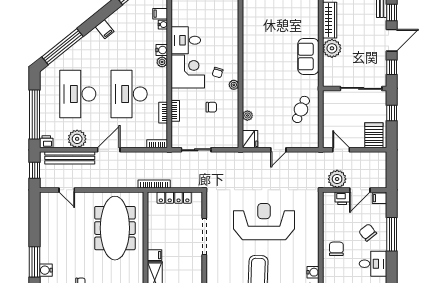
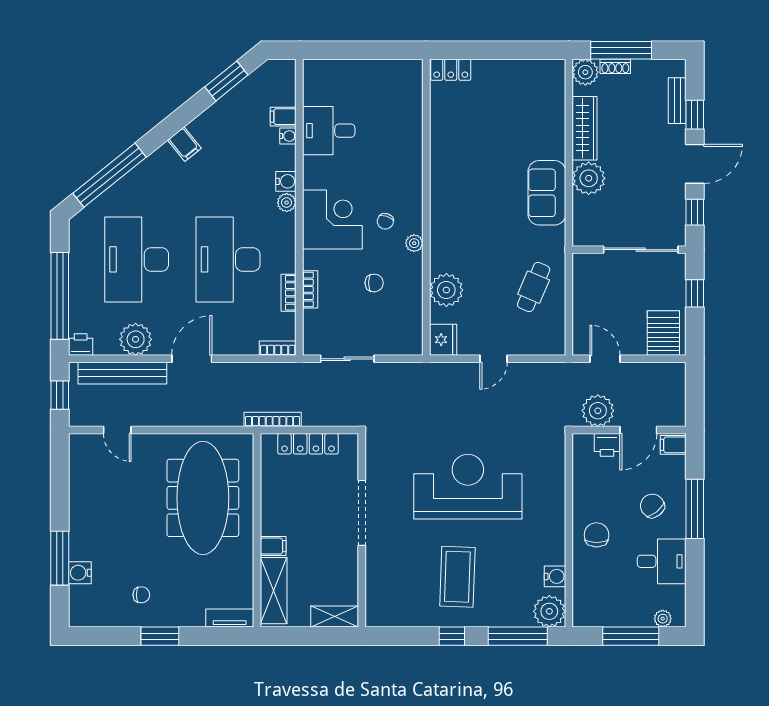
desk: (186, 40) -> (329, 131), moved
plant: (247, 116) -> (446, 290), width x1.87, depth x1.87

